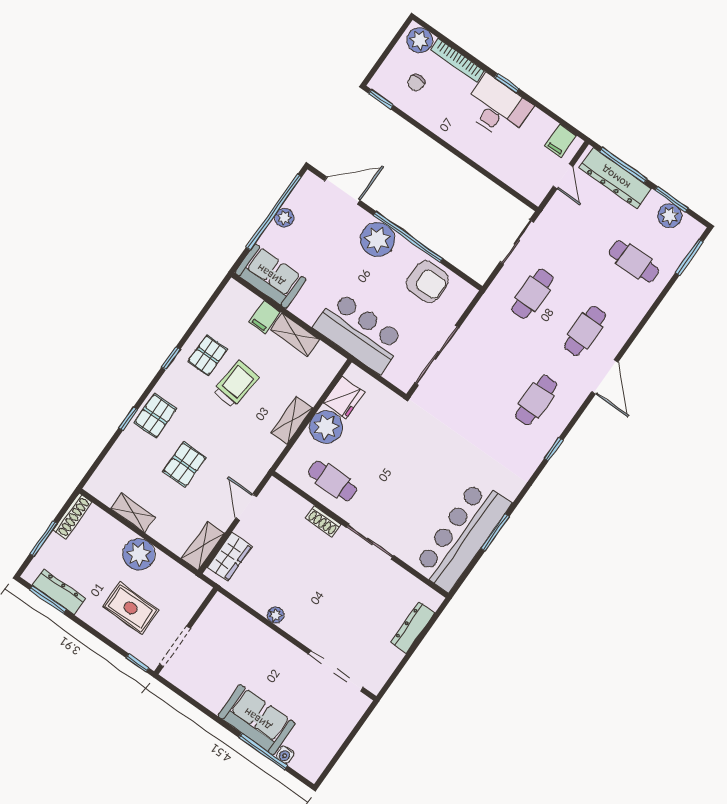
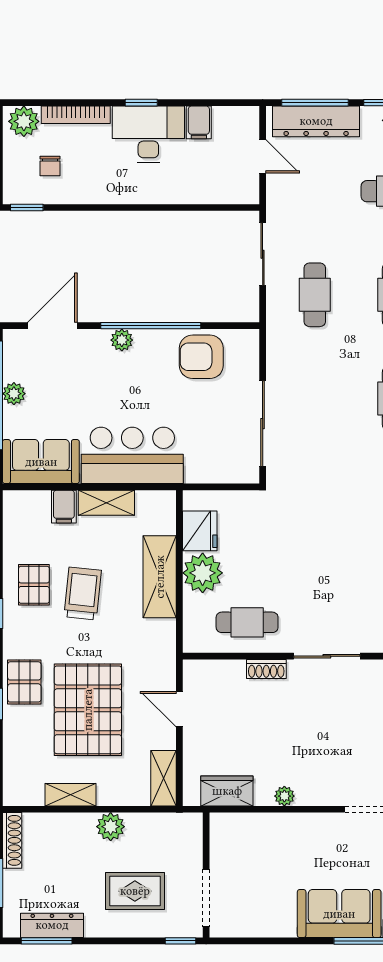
filing cabinet: (560, 141) -> (199, 122), moved
plant: (377, 239) -> (122, 340), width x0.53, depth x0.53
armchair: (427, 282) -> (201, 357), turned 180
bar counter: (359, 333) -> (132, 455), moved
shelving: (292, 420) -> (160, 577), width x1.50, depth x1.33
pallet: (185, 464) -> (88, 710), width x2.05, depth x2.00
plant: (139, 554) -> (111, 827), width x0.73, depth x0.73
wardrobe: (230, 557) -> (227, 791), moved, turned -90

